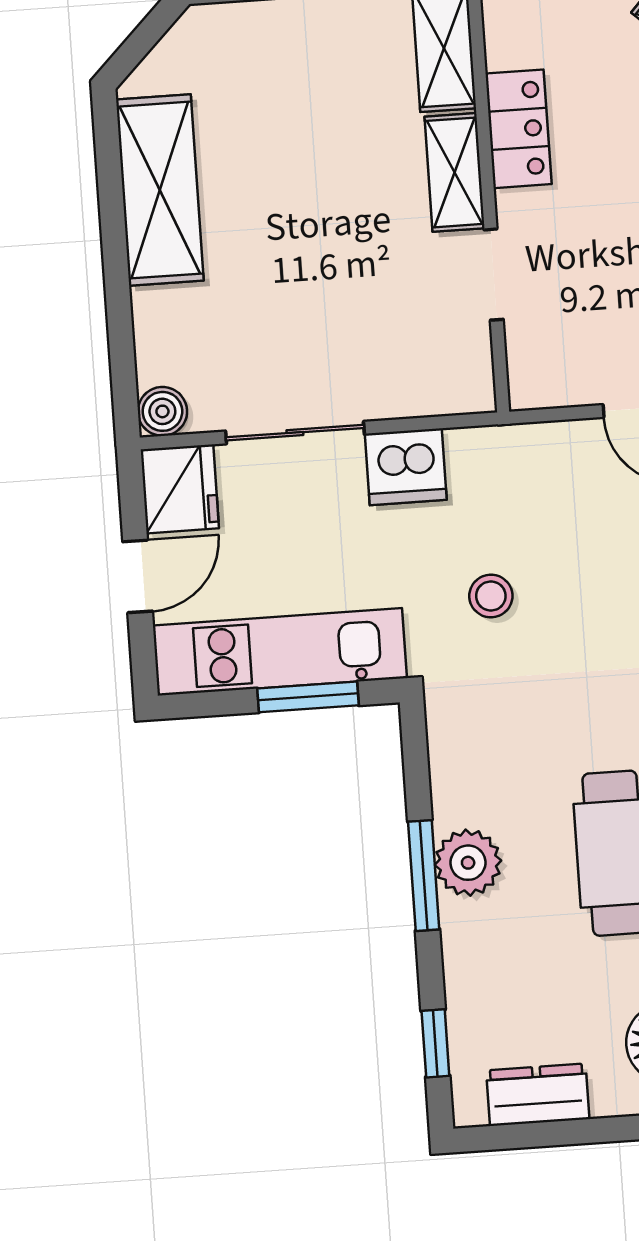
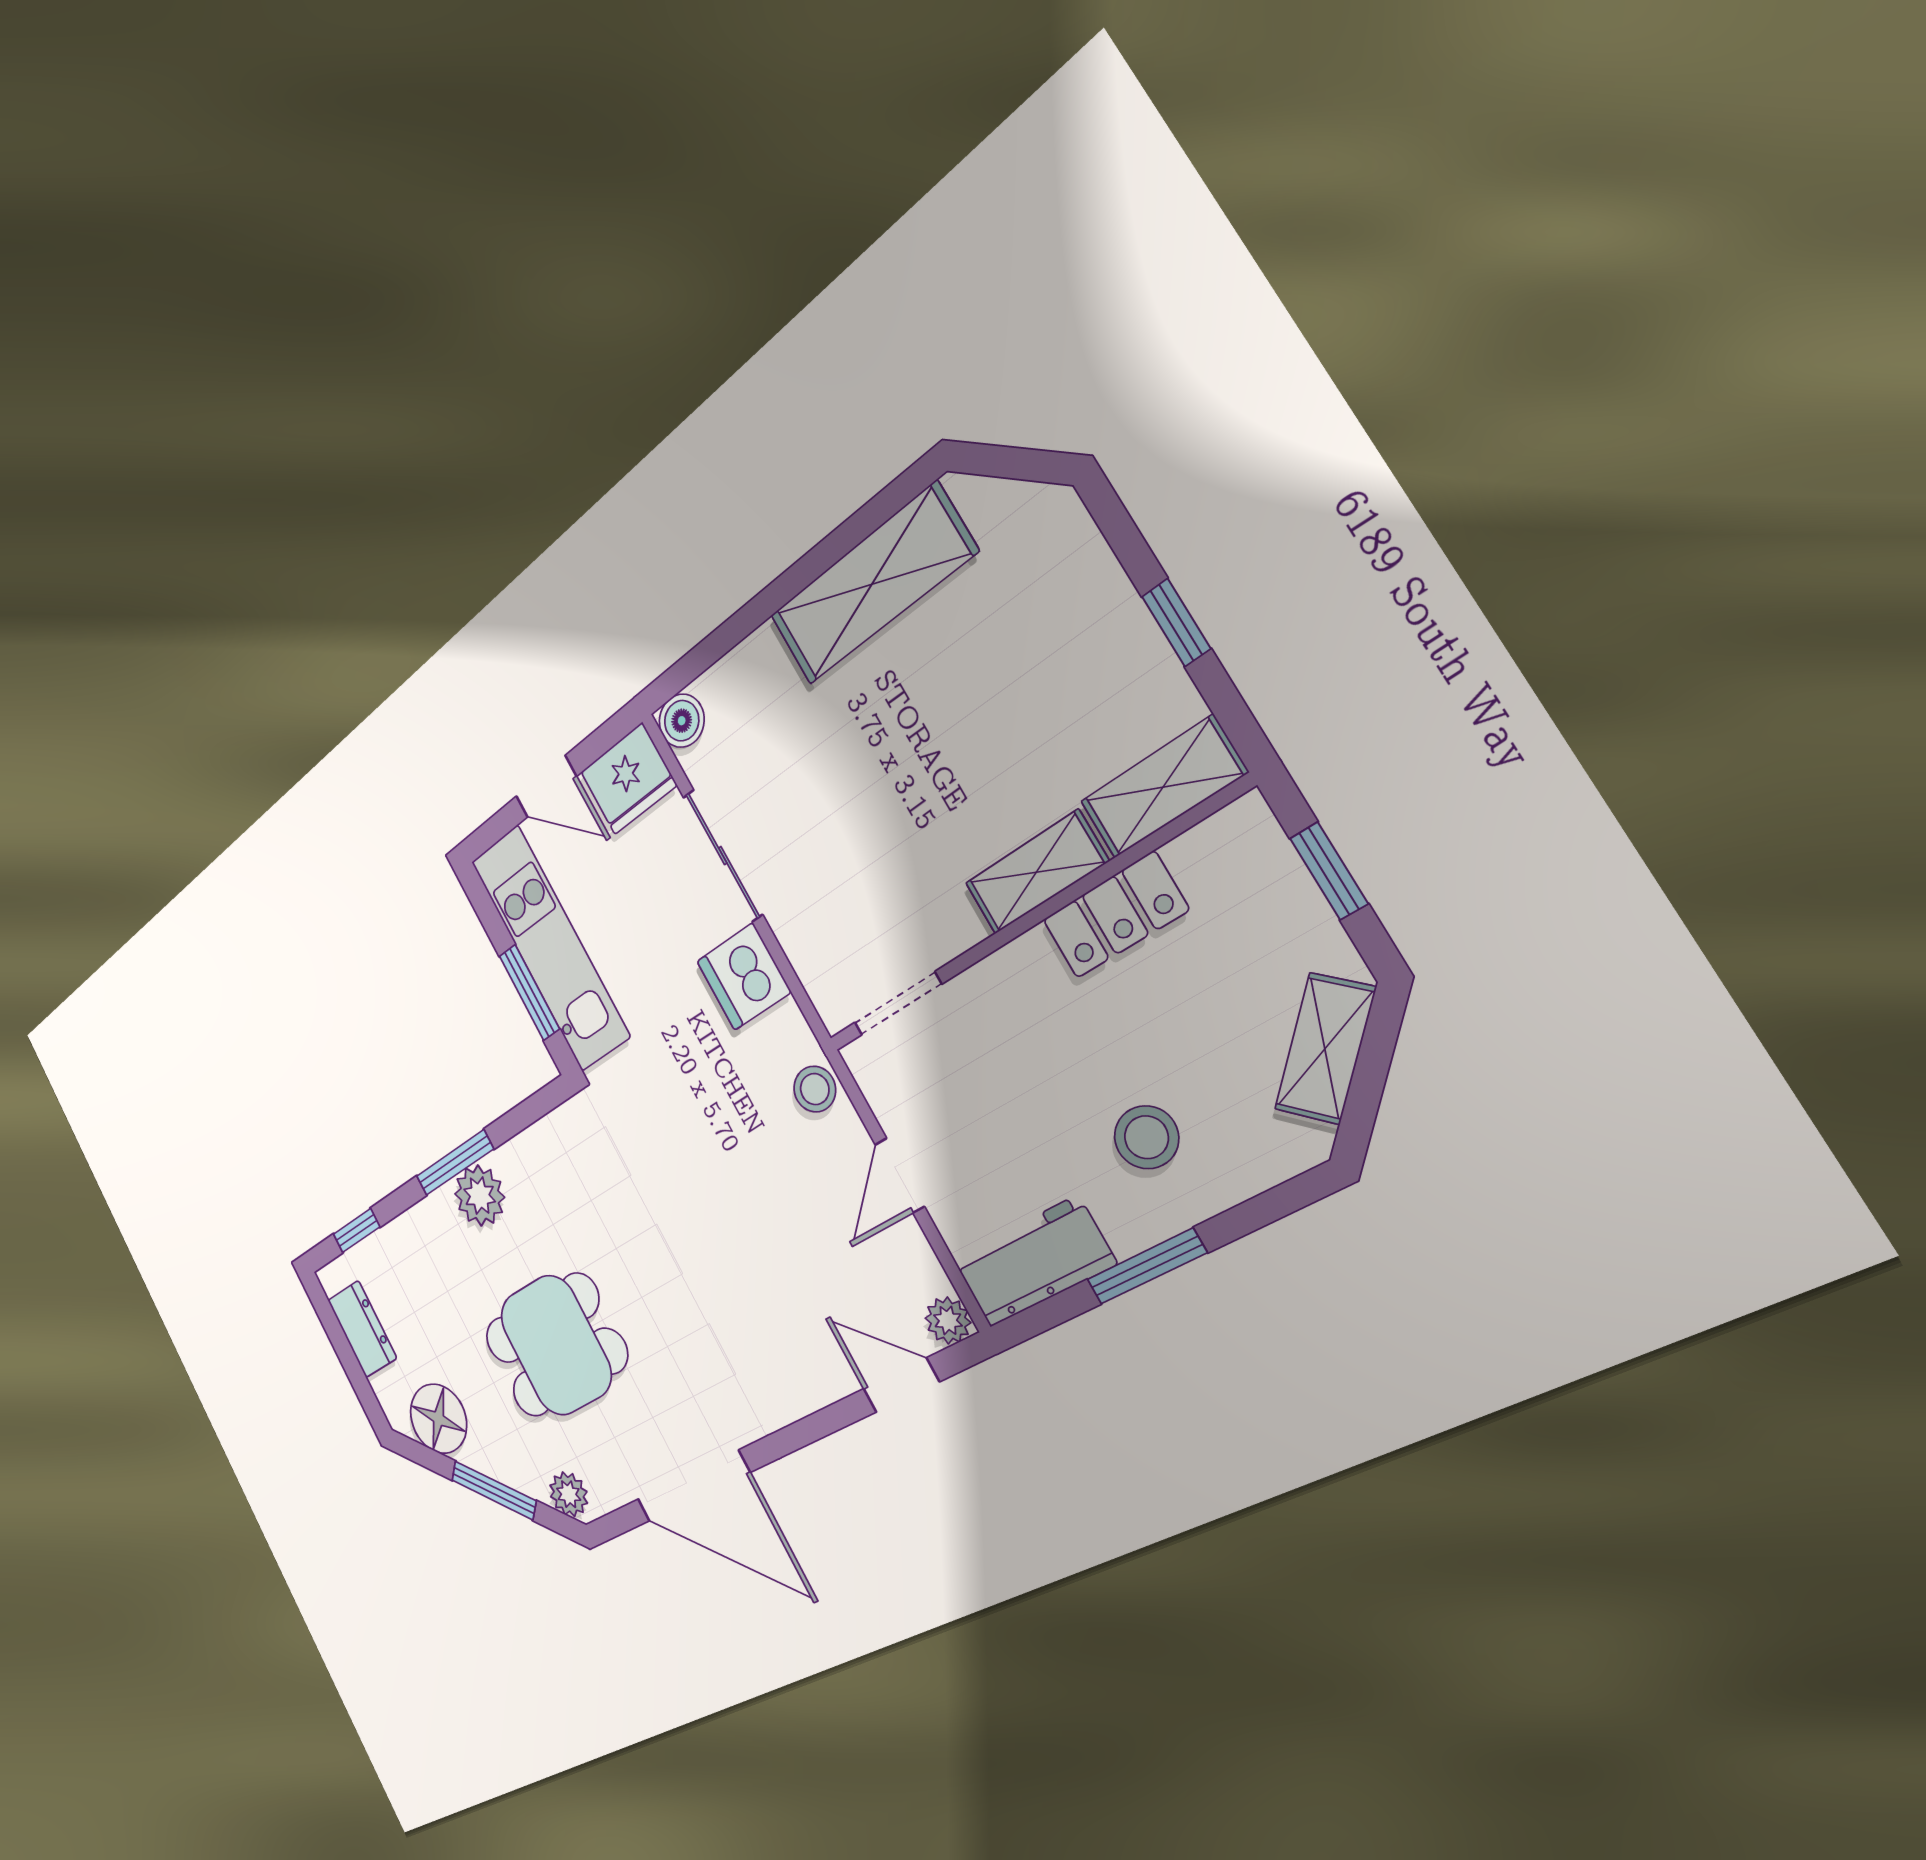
doorway: (494, 275) -> (898, 1004), moved
stool: (491, 596) -> (815, 1089), moved

